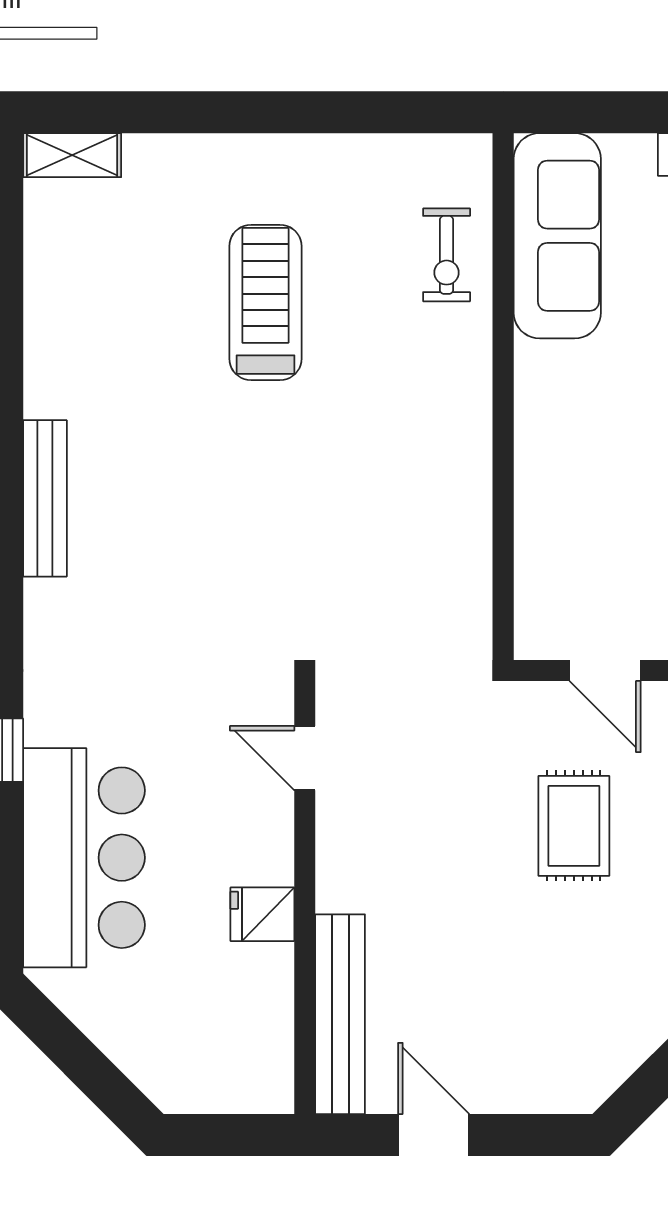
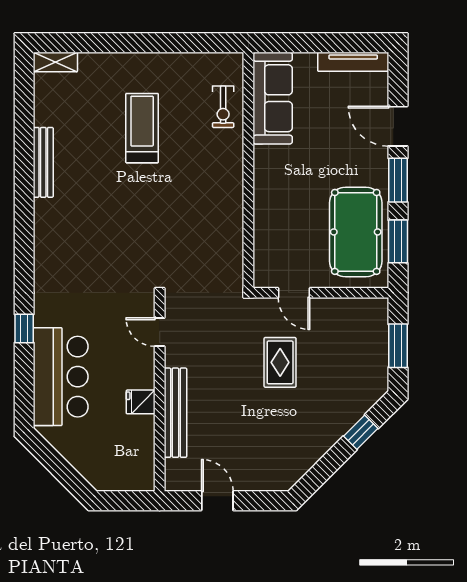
bench: (45, 498) -> (43, 162), moved
bench: (340, 1014) -> (175, 413), moved

